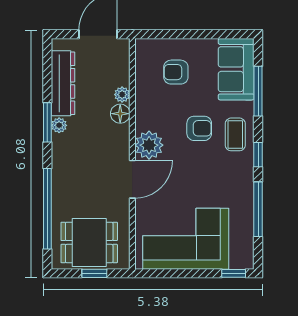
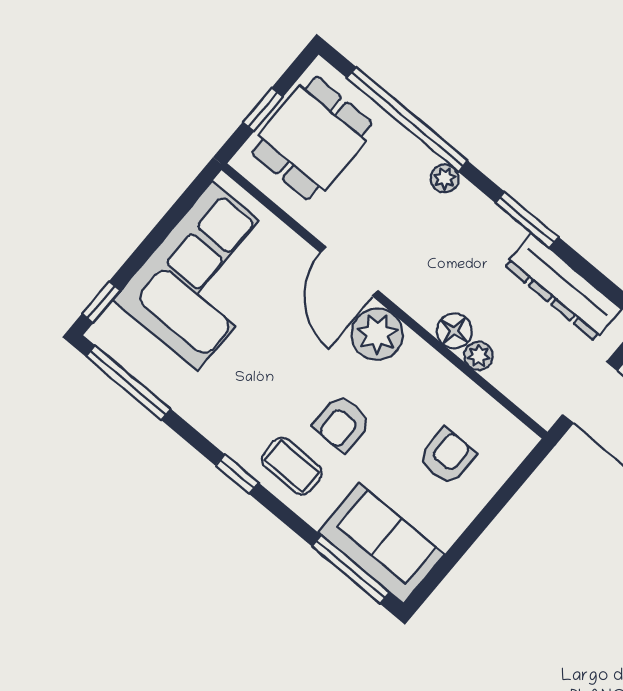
window: (258, 91) -> (351, 569), moved
plant: (59, 125) -> (445, 178), moved
window: (258, 209) -> (128, 383), moved

